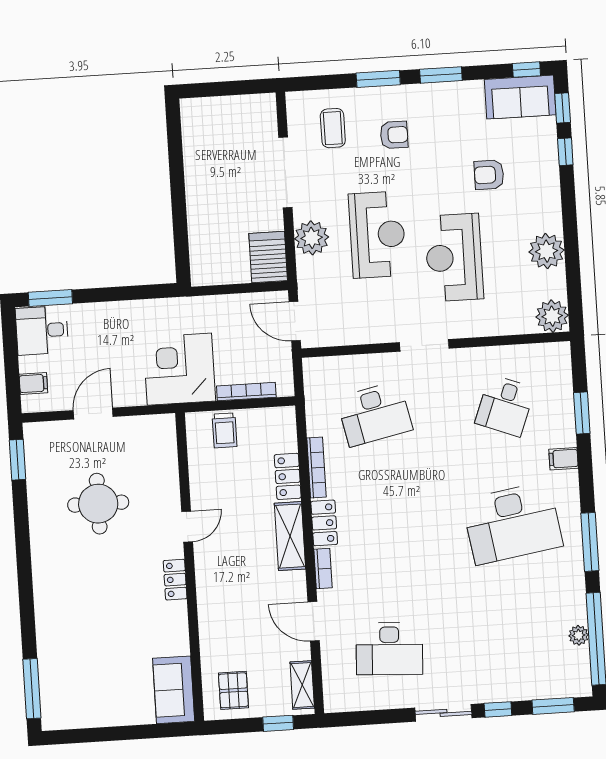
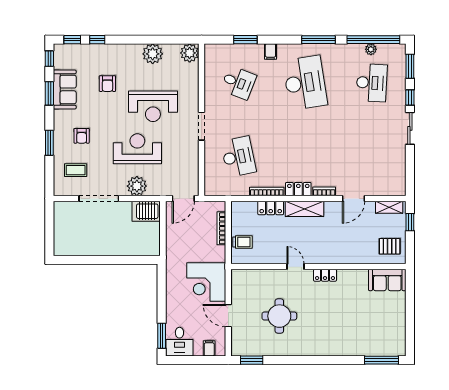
window: (441, 75) -> (49, 93), moved
sofa: (520, 97) -> (65, 89), moved
armchair: (394, 135) -> (82, 136), turned 180
corner desk: (179, 369) -> (206, 282), moved
desk: (389, 649) -> (372, 83), moved

